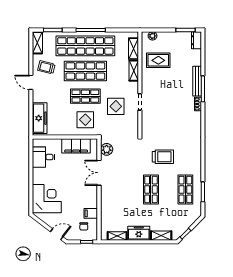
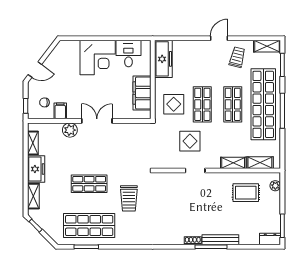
rug: (158, 60) -> (246, 193), turned 90
shop shelf: (85, 71) -> (233, 104), width x0.70, depth x0.74
freezer: (40, 118) -> (163, 59), moved, turned -90
plant: (107, 149) -> (70, 130), moved
double door: (99, 173) -> (97, 121), moved
shop shelf: (185, 189) -> (89, 226), width x1.43, depth x1.36
corner desk: (47, 199) -> (98, 58), moved
door: (57, 234) -> (35, 69), hinge flipped

